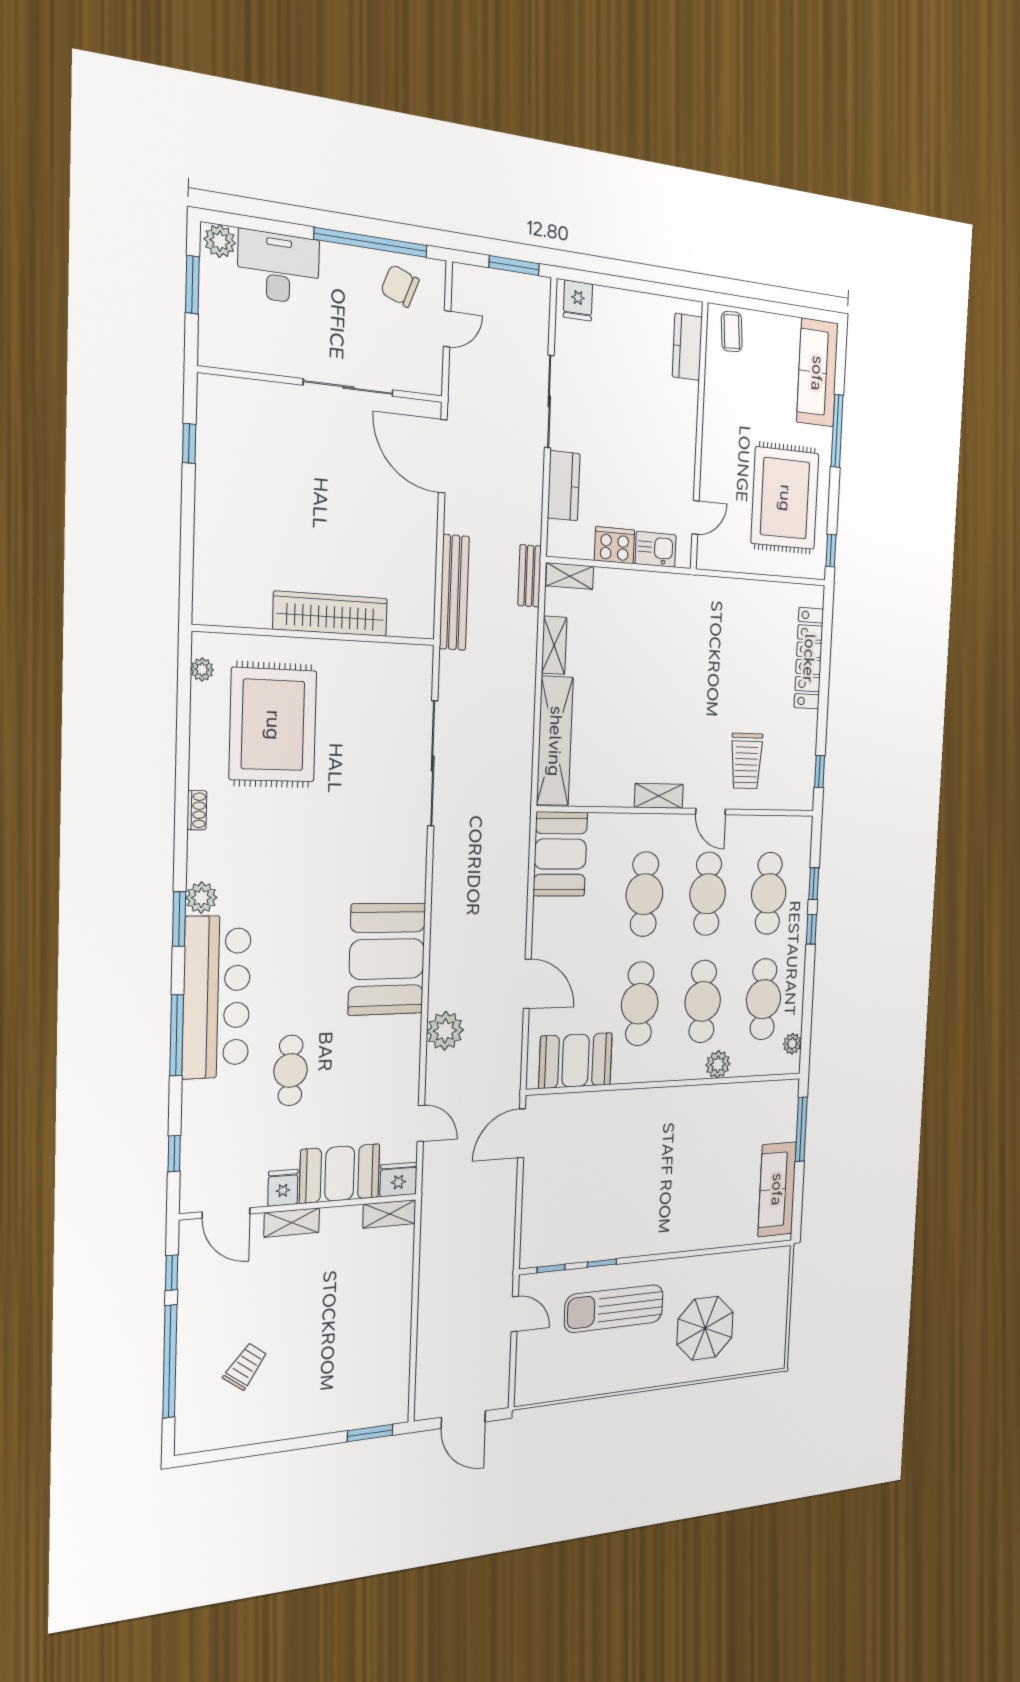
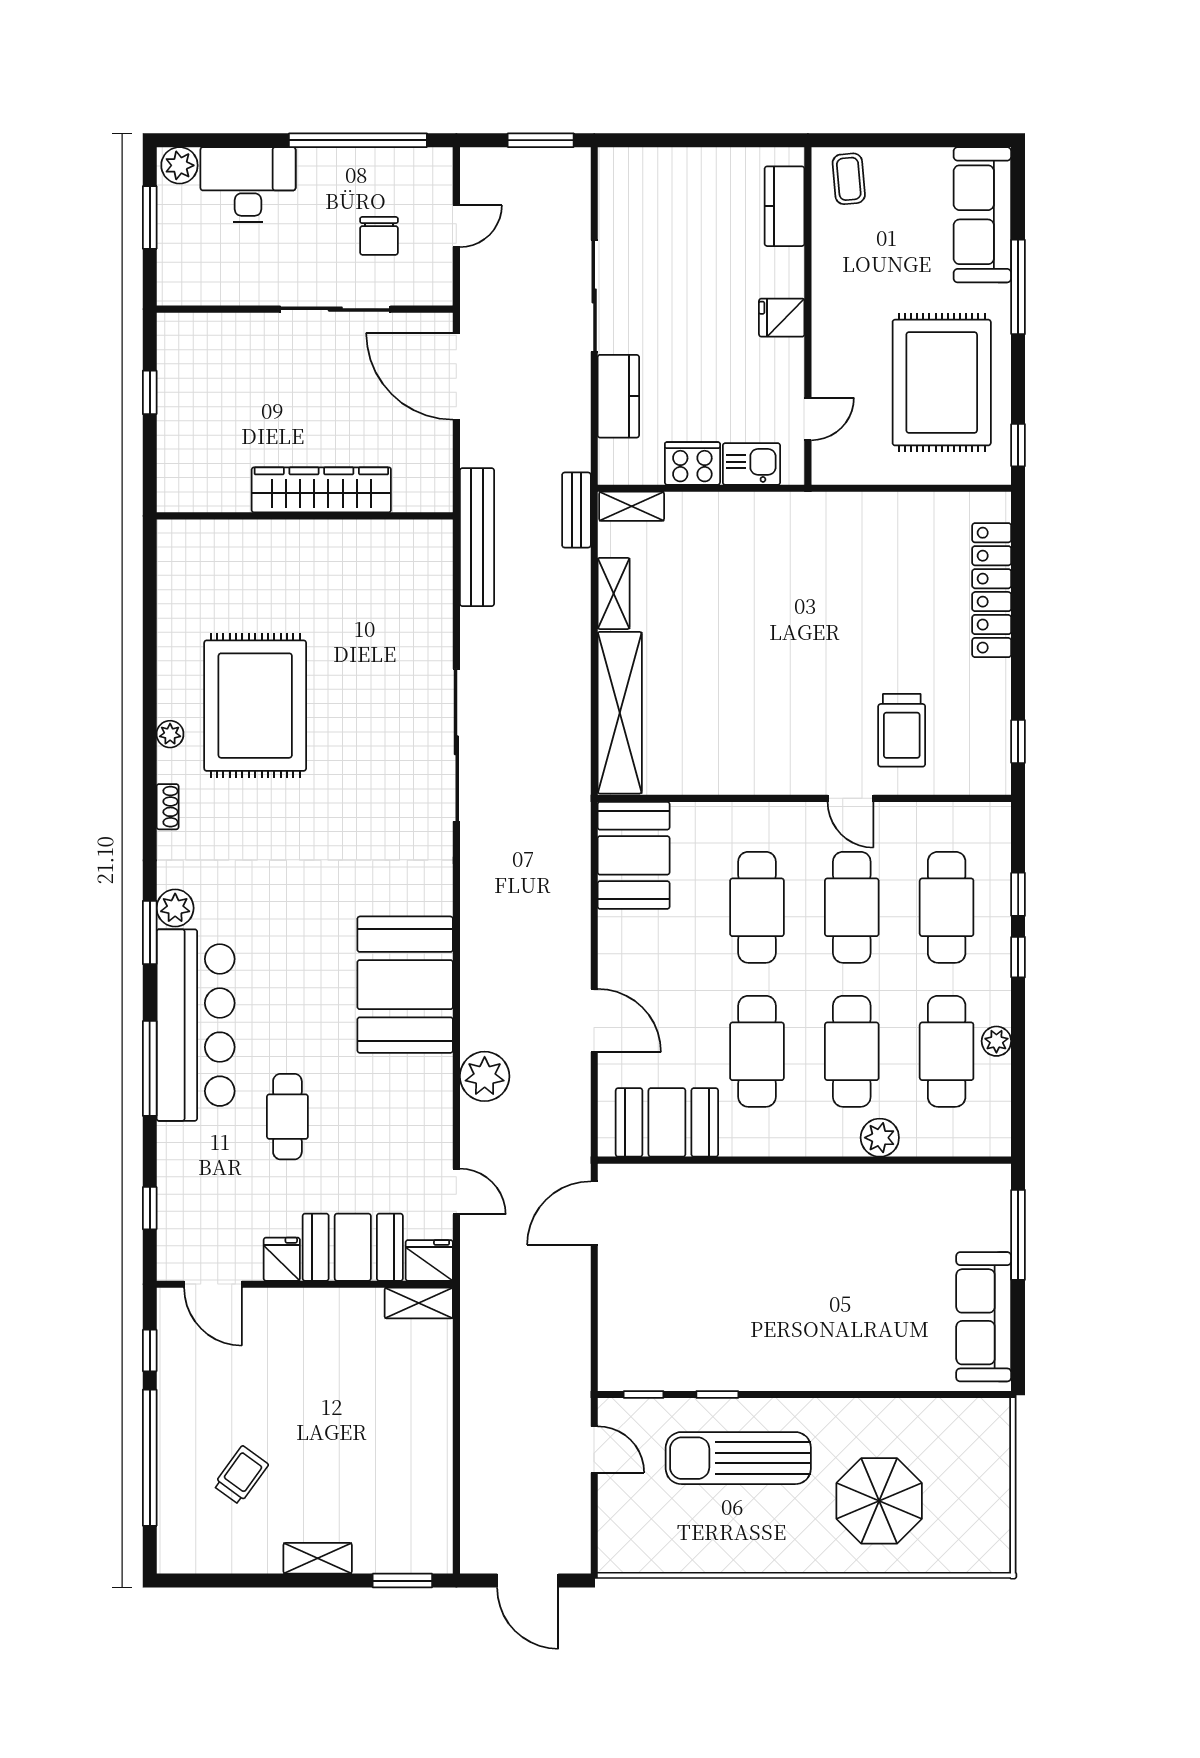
chair: (400, 286) -> (379, 236), moved, turned -111
fridge: (578, 301) -> (782, 318), moved, turned 90
wardrobe: (331, 614) -> (321, 490), moved
wall: (316, 635) -> (305, 516), moved
plant: (202, 669) -> (170, 734), moved
shelving: (659, 796) -> (772, 779), removed
plant: (792, 1044) -> (996, 1041), moved
shelving: (292, 1223) -> (318, 1558), moved

